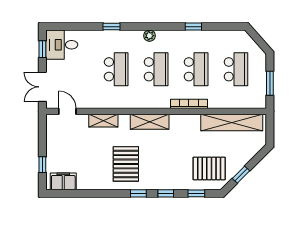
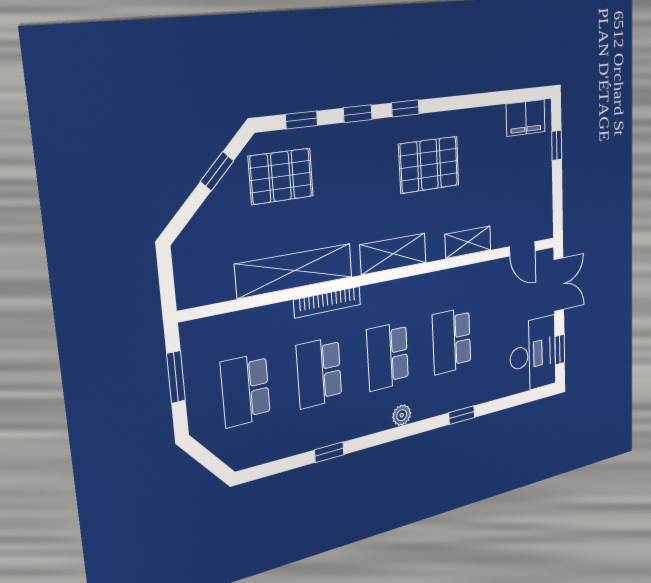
desk: (62, 45) -> (533, 355), width x1.37
shelving: (232, 123) -> (295, 271), moved
pallet: (126, 164) -> (429, 165), turned 90

